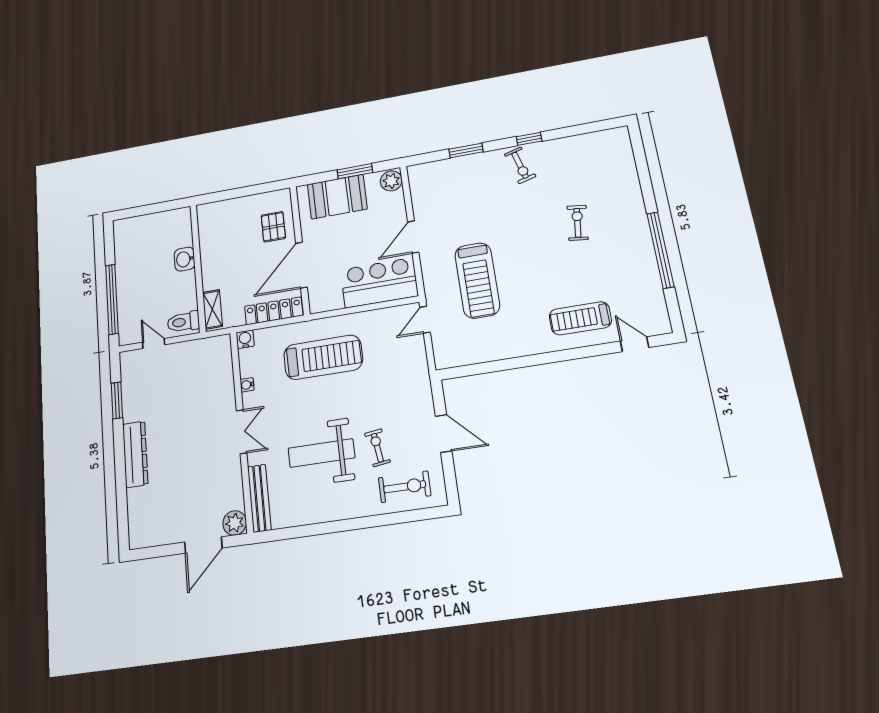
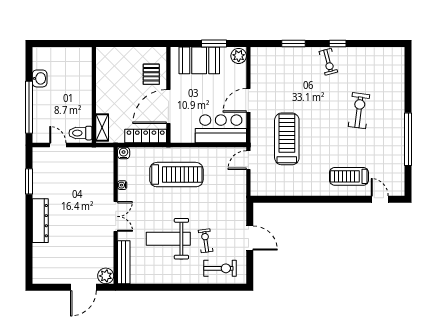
exercise bike: (578, 223) -> (359, 111), width x1.38, depth x1.39
washbasin: (185, 259) -> (40, 78), moved, turned 180
treadmill: (477, 280) -> (287, 139), turned 180

